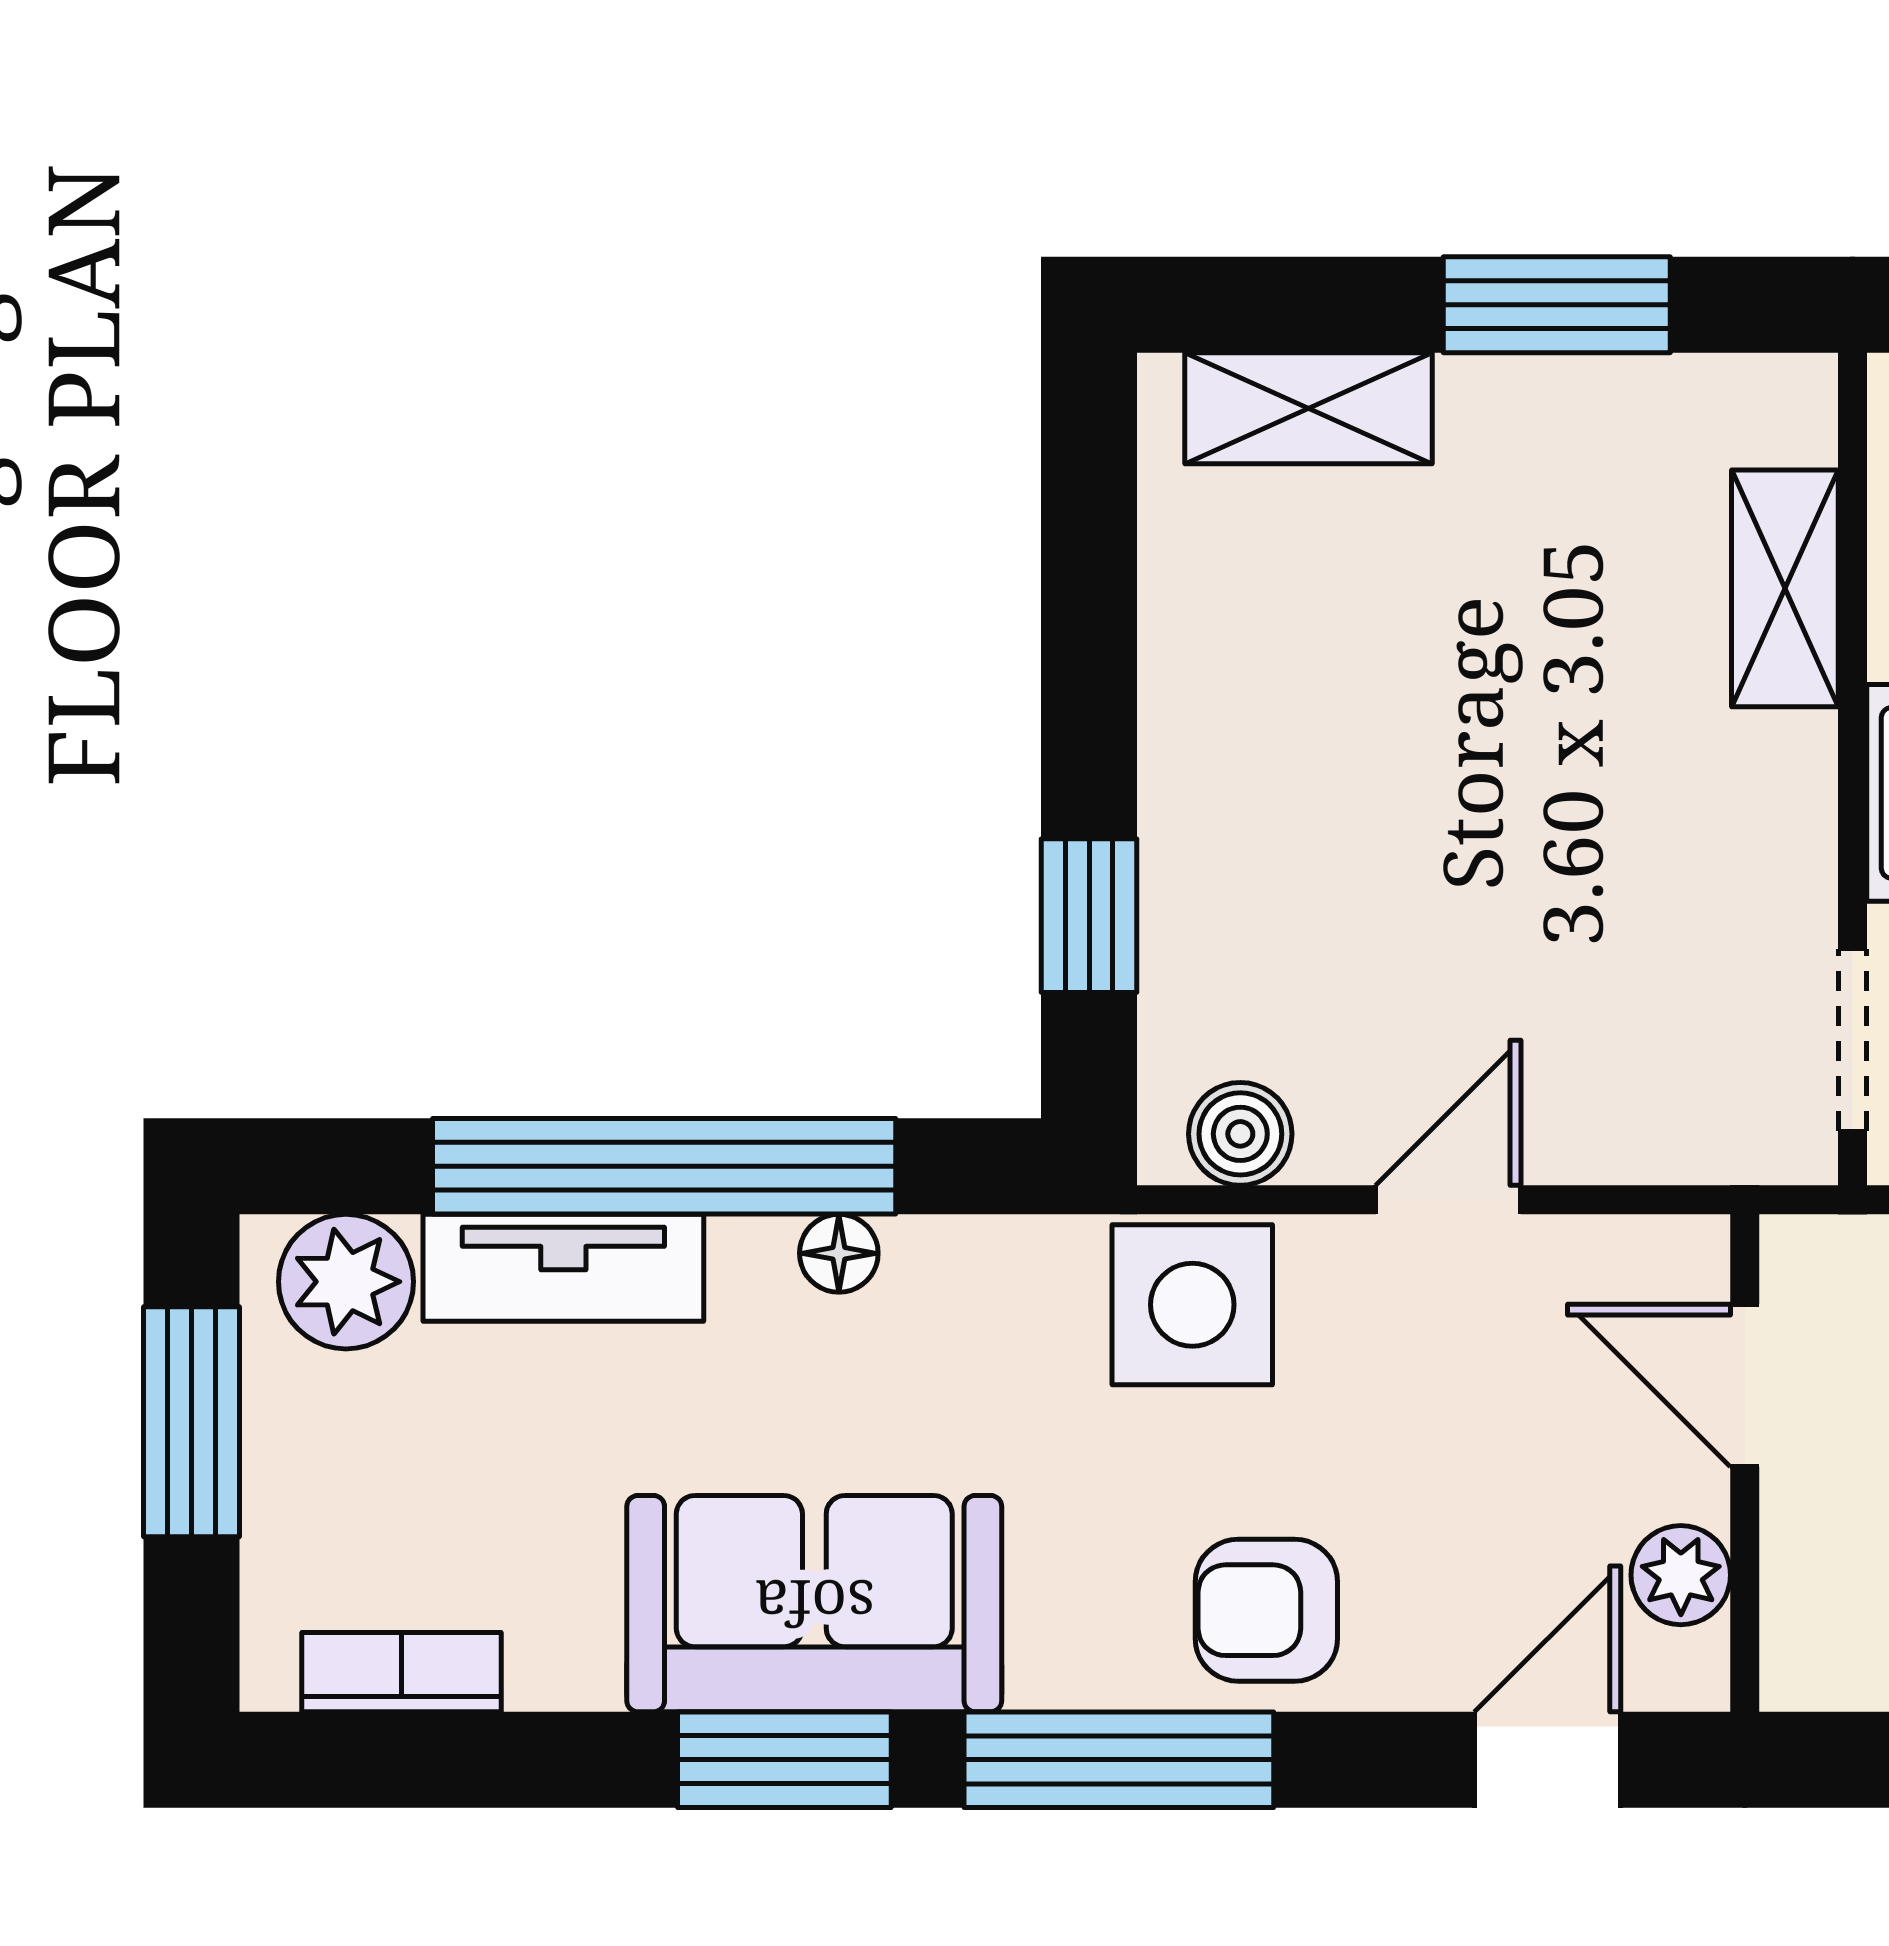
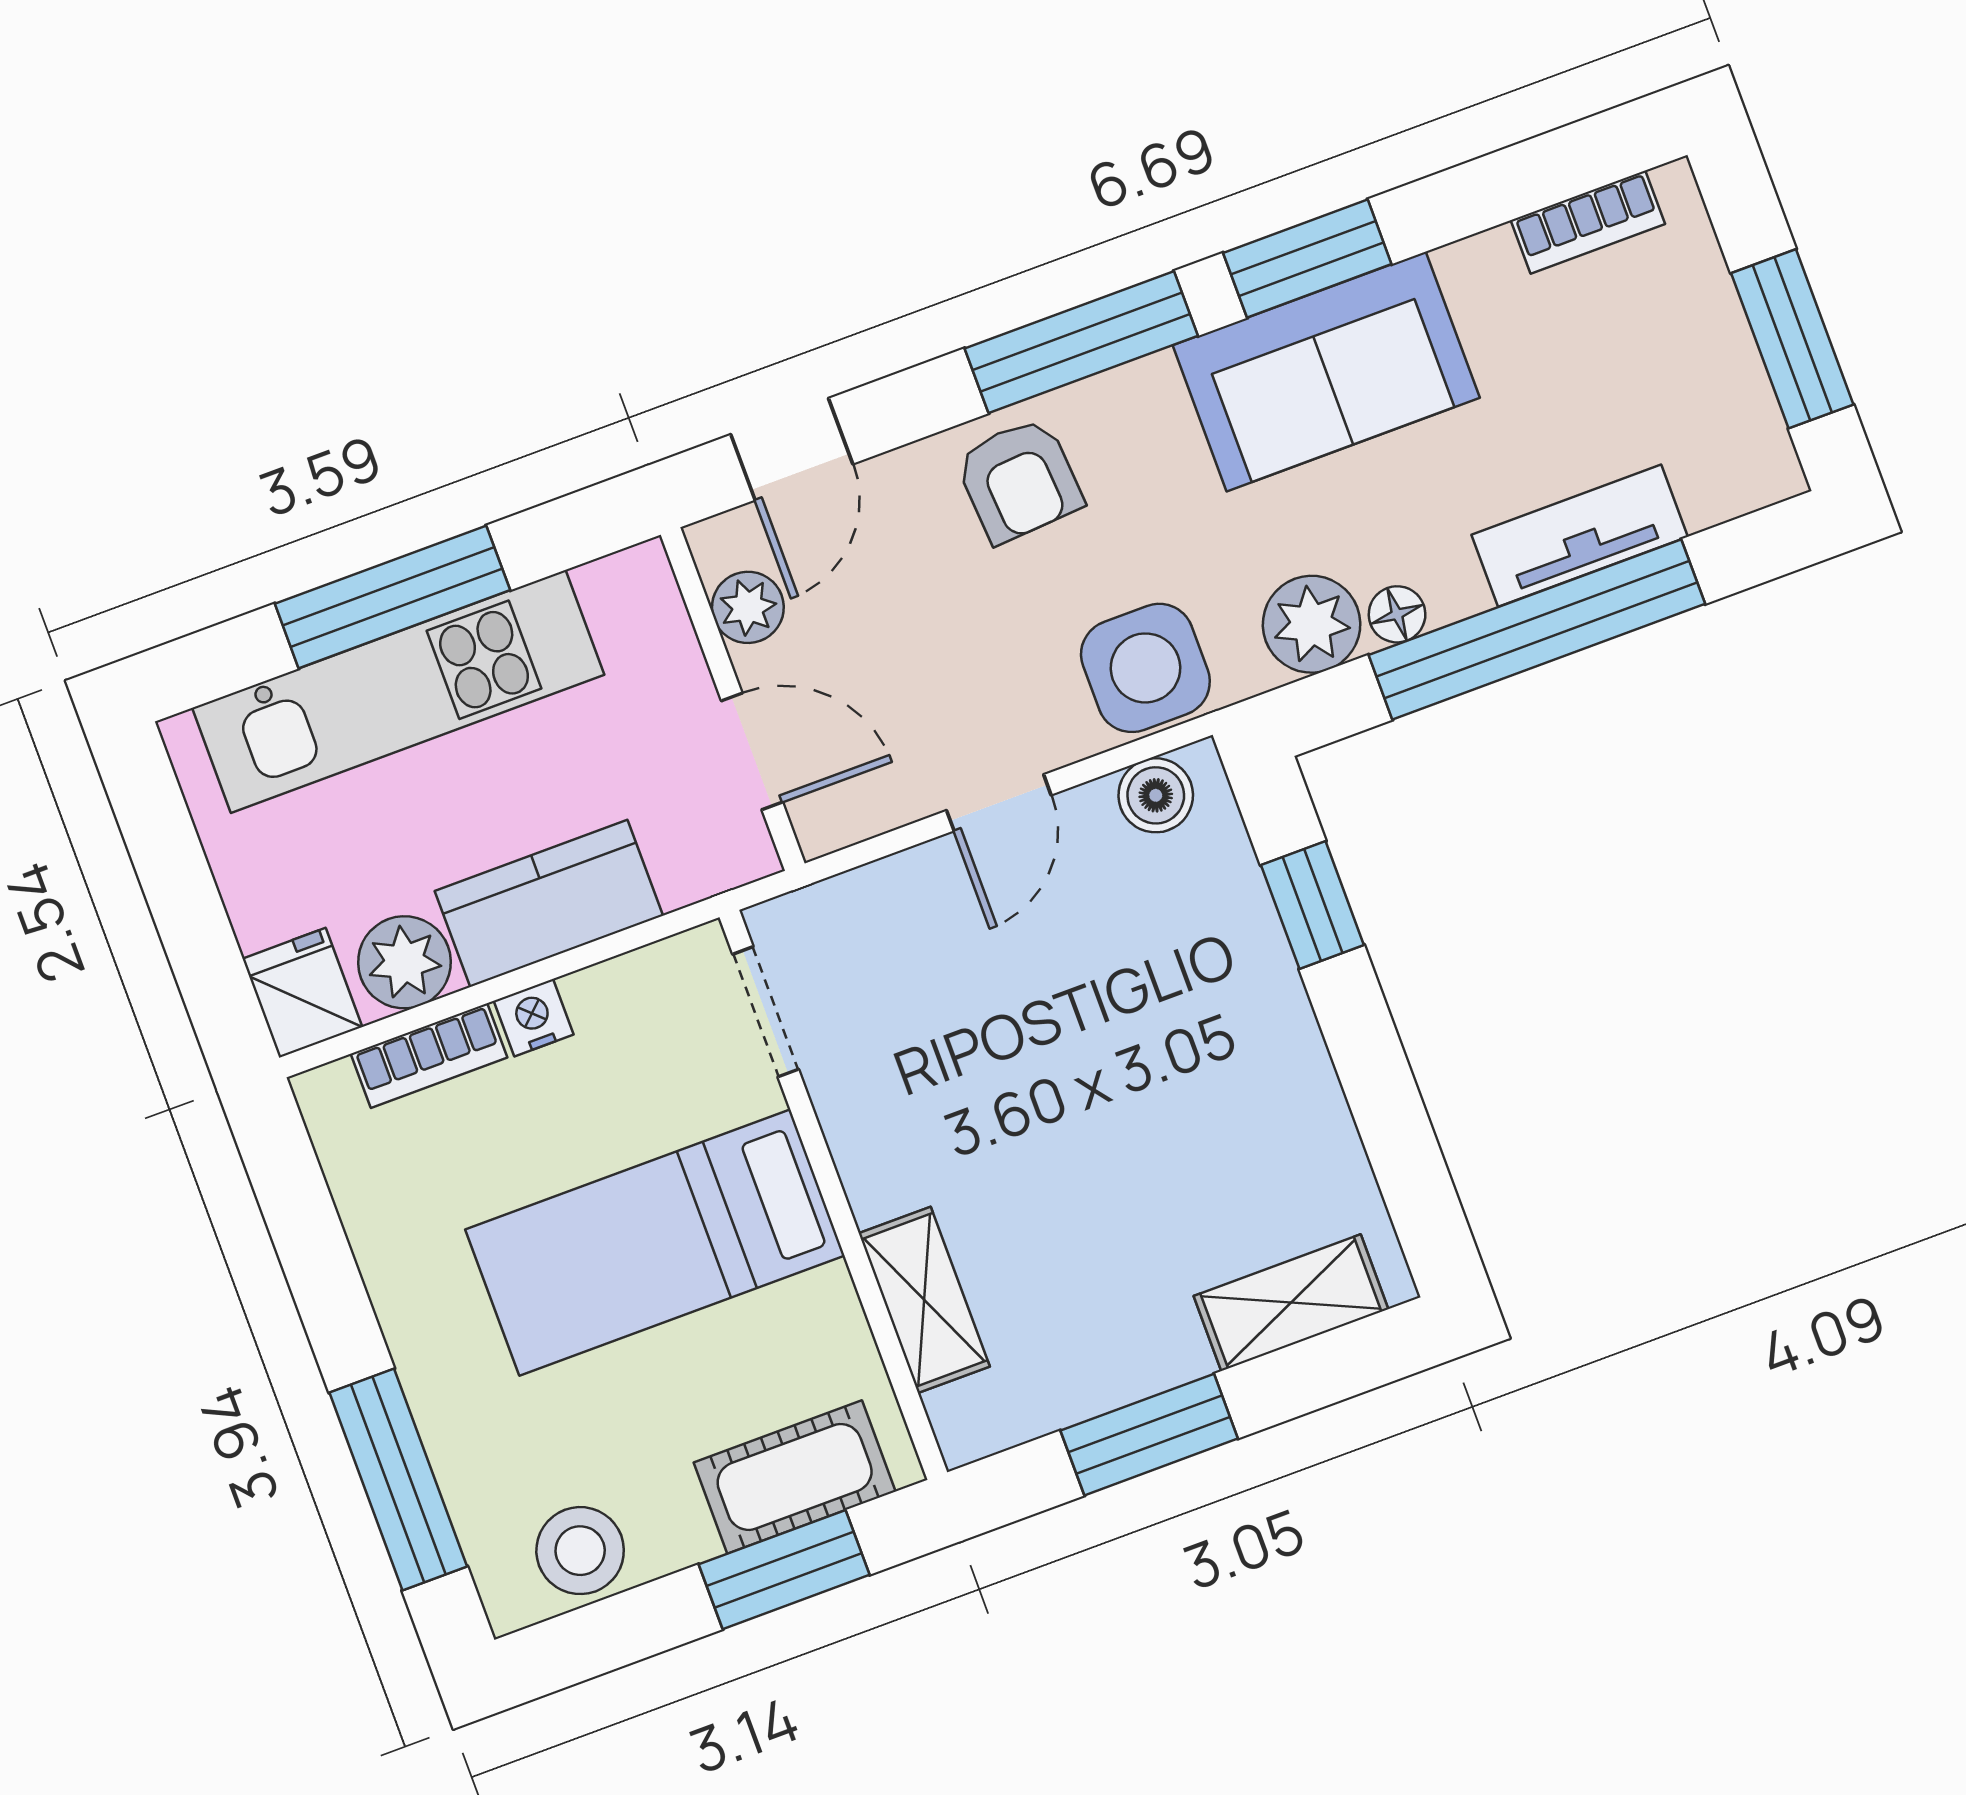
plant: (346, 1282) -> (1312, 624), moved
armchair: (1266, 1610) -> (1019, 480), turned 86

